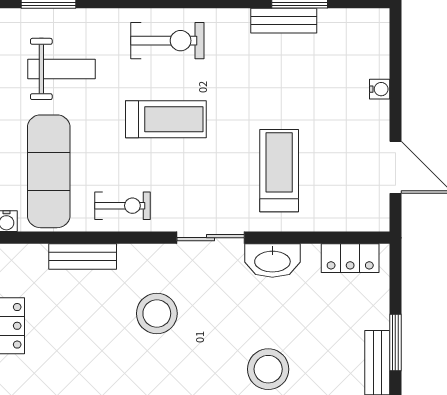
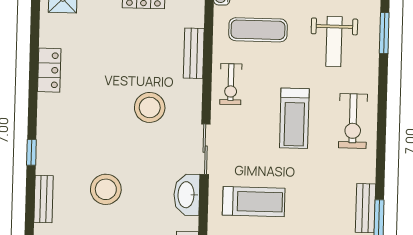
exercise mat: (49, 171) -> (258, 30), width x0.73, depth x0.69

